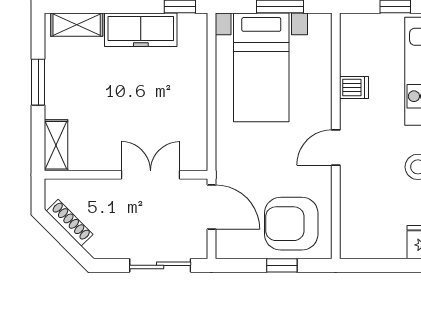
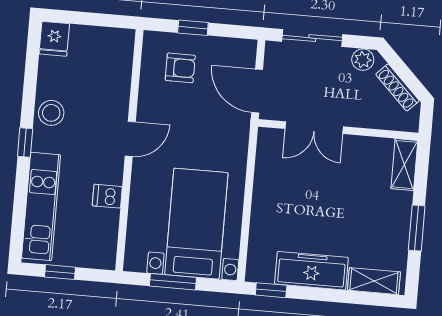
armchair: (291, 224) -> (180, 68), width x0.53, depth x0.53
plant: (107, 248) -> (363, 60), added

